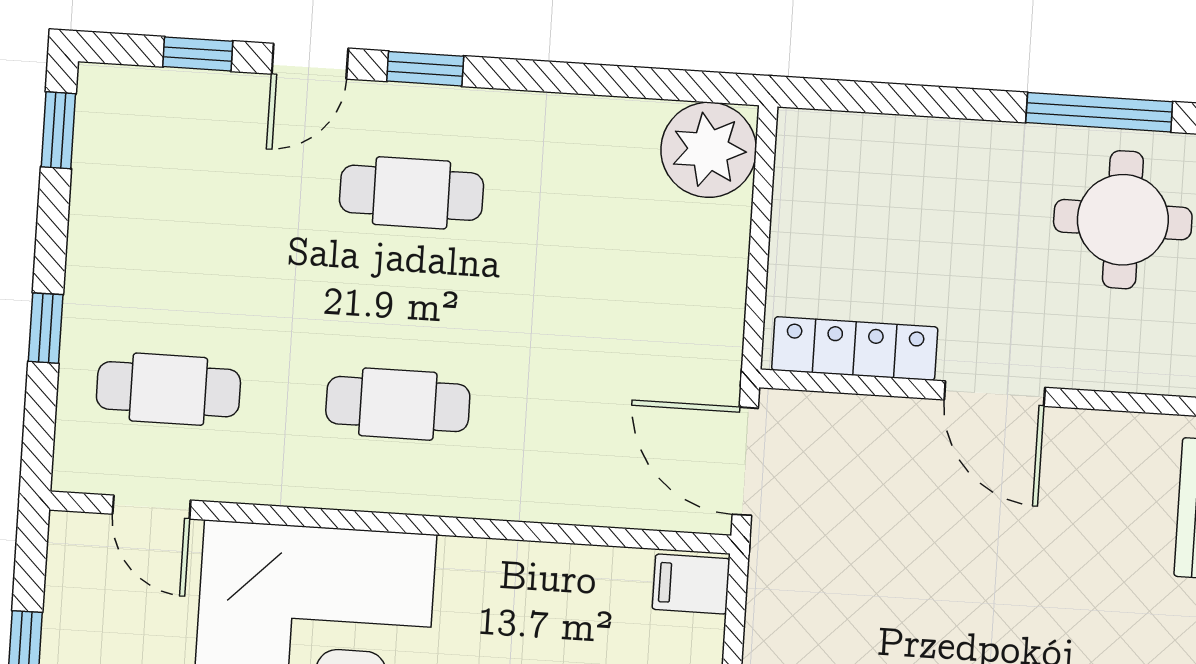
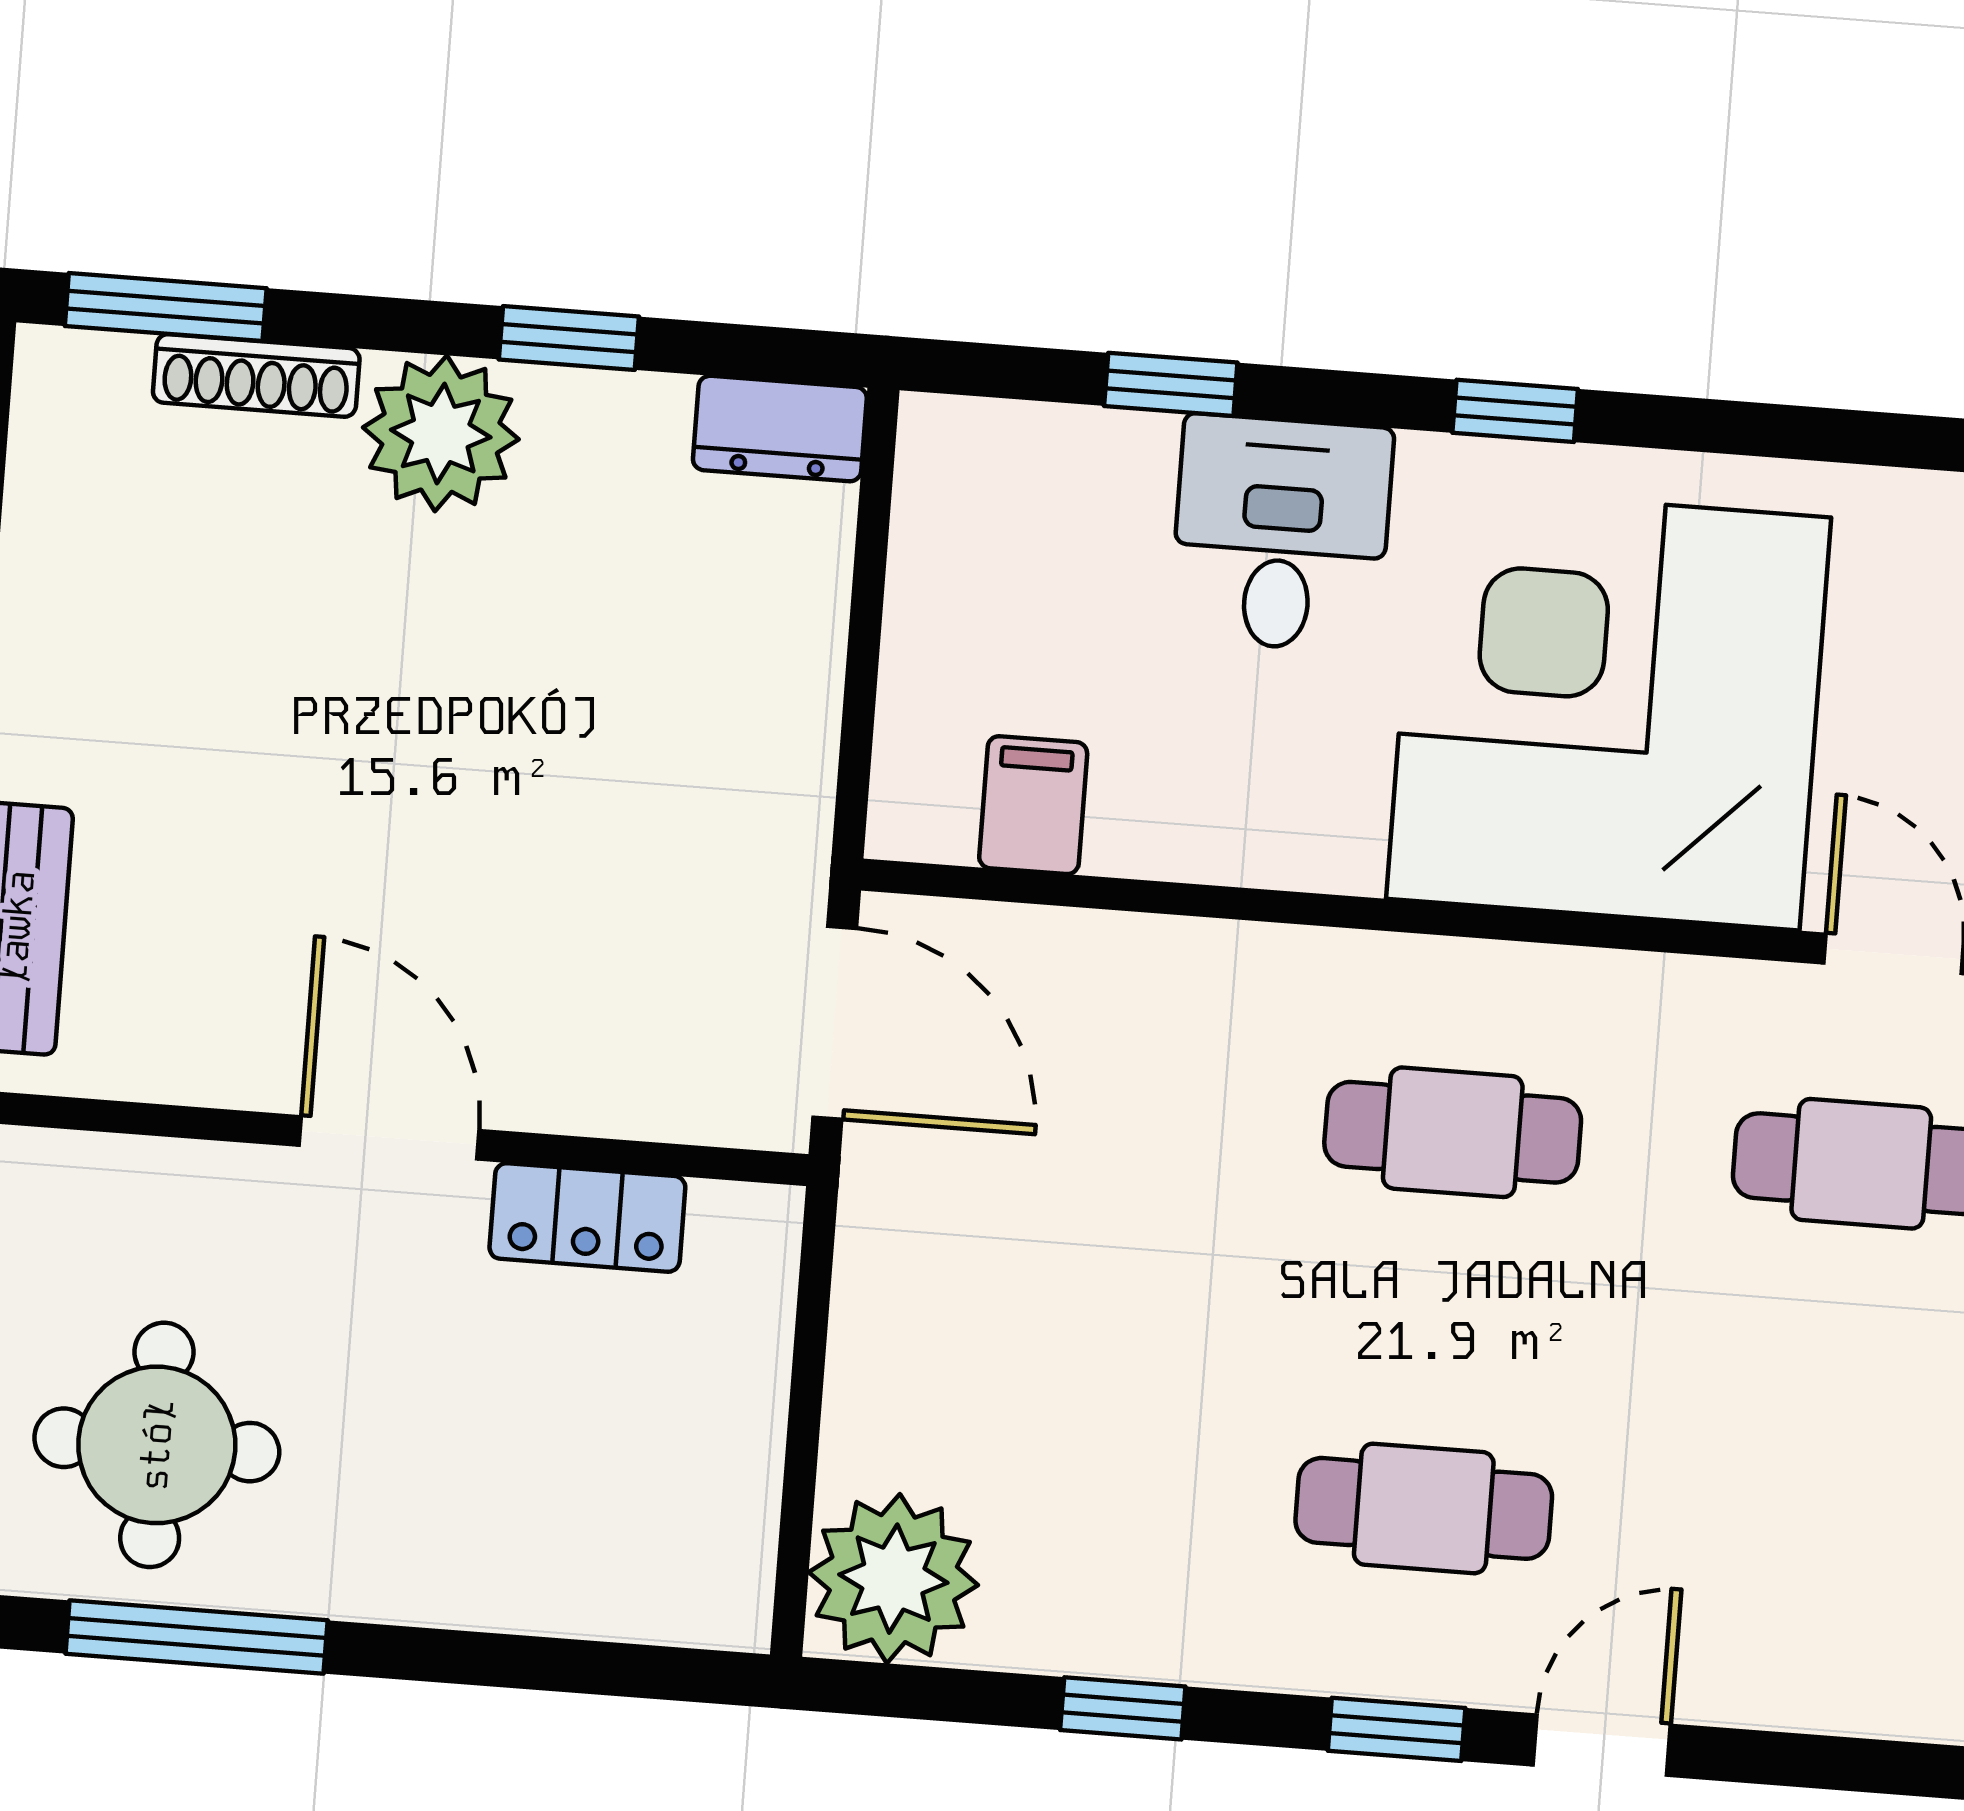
window: (198, 54) -> (1123, 1708), moved
locker: (855, 349) -> (587, 1217), width x0.66
filing cabinet: (691, 584) -> (1033, 805), moved, turned -90

